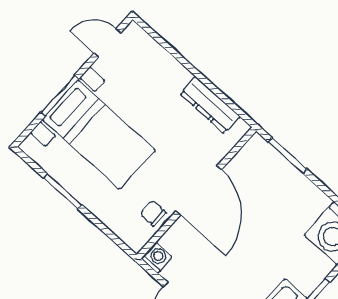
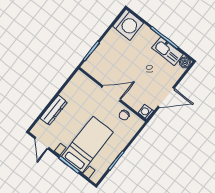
dresser: (210, 105) -> (54, 110), moved
door: (199, 190) -> (111, 93), width x0.73

